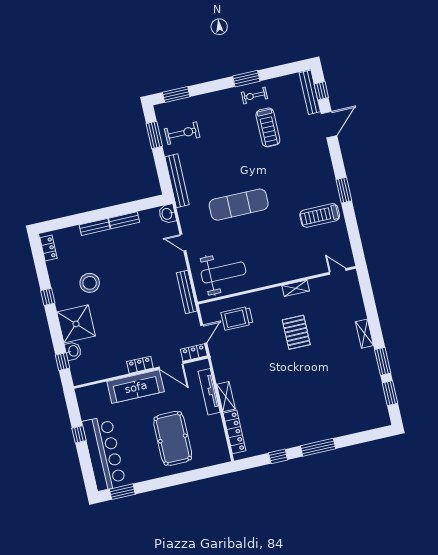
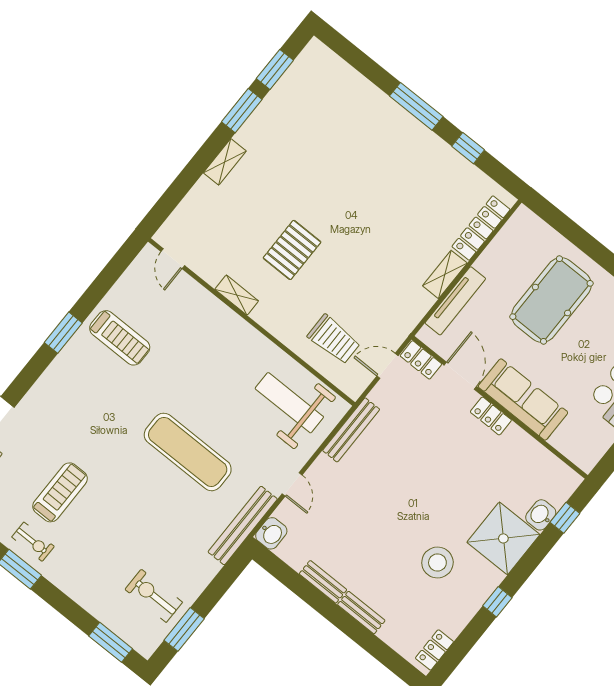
bench: (177, 181) -> (243, 525), moved

